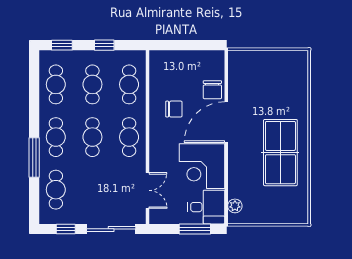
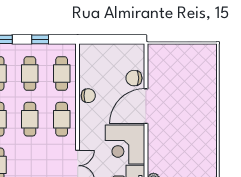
chair: (212, 90) -> (134, 78), turned 90
chair: (174, 109) -> (88, 96), moved
table tennis table: (280, 153) -> (193, 133), removed

